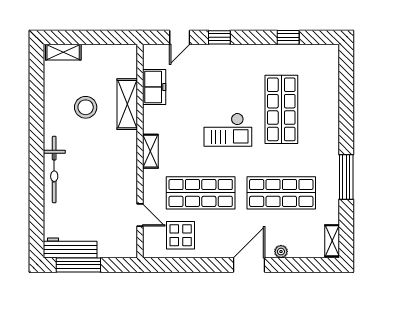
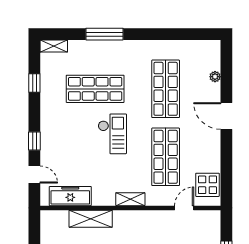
freezer: (154, 87) -> (70, 196), width x1.40
window: (346, 177) -> (105, 34), moved
display table: (181, 235) -> (207, 185), moved
shelving: (332, 241) -> (54, 46), moved
plant: (281, 252) -> (215, 77), moved

